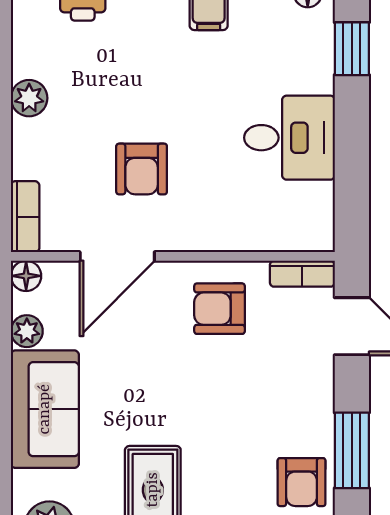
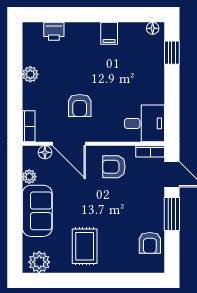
desk: (289, 138) -> (145, 123), moved
door: (117, 256) -> (69, 144), hinge flipped
floor lamp: (26, 276) -> (45, 152), moved
window: (352, 450) -> (172, 214), moved

